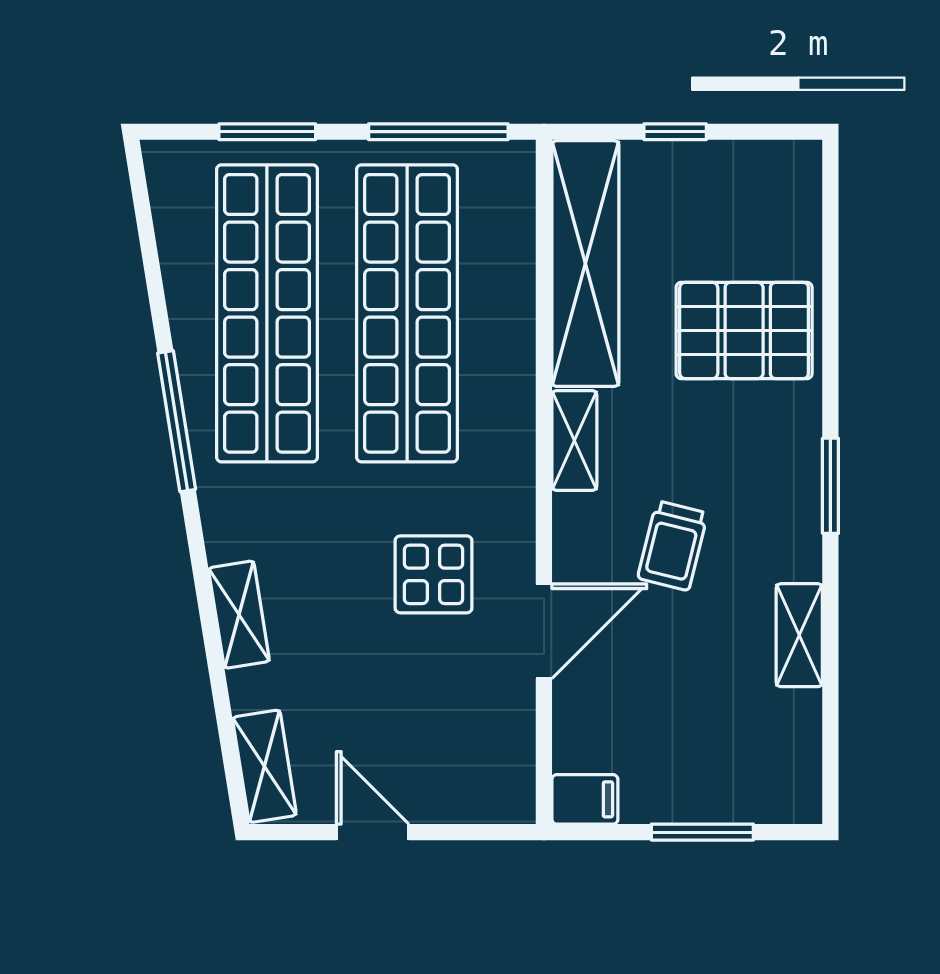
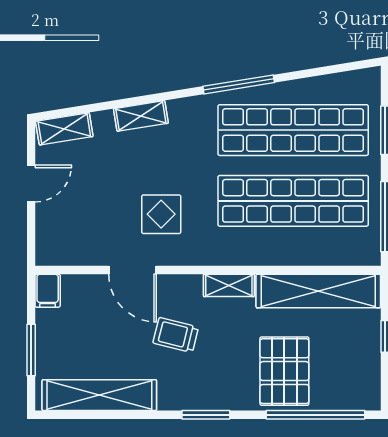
window: (830, 269) -> (316, 415), added
shelving: (799, 635) -> (99, 395), width x2.20, depth x1.33

